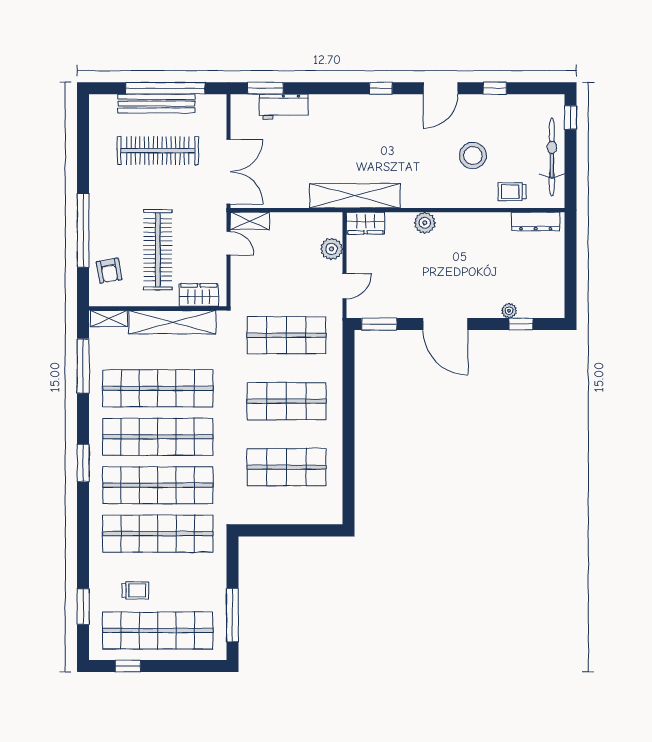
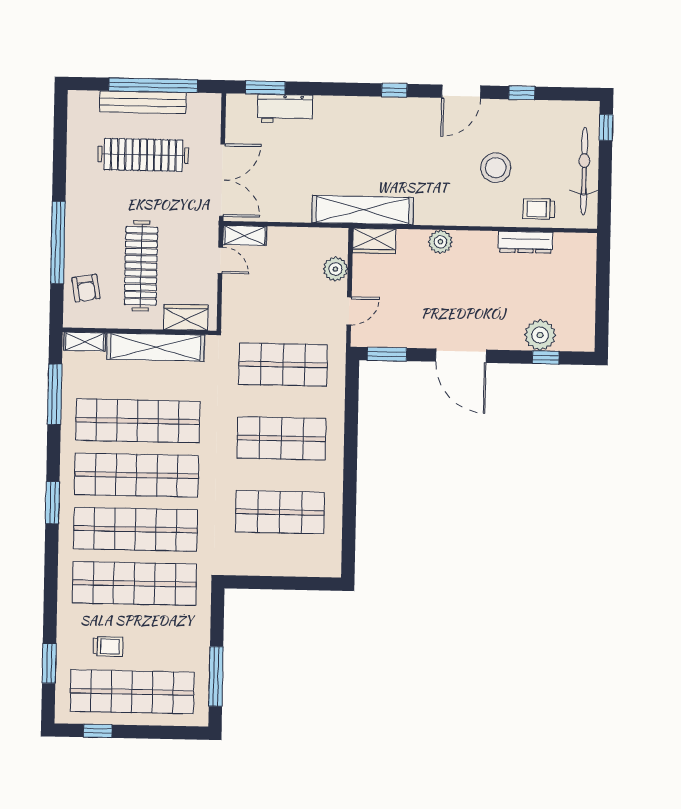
dresser: (536, 221) -> (526, 242), moved
plant: (509, 311) -> (540, 335), width x1.88, depth x1.88

